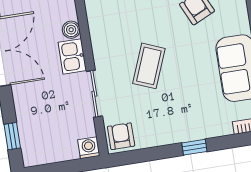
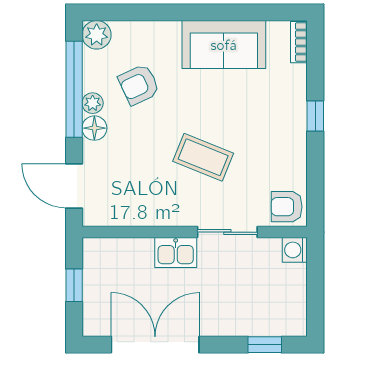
boiler: (71, 30) -> (142, 249), removed

